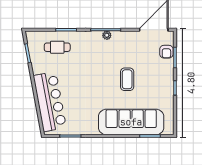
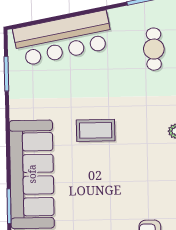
coffee table: (127, 79) -> (96, 130), moved

